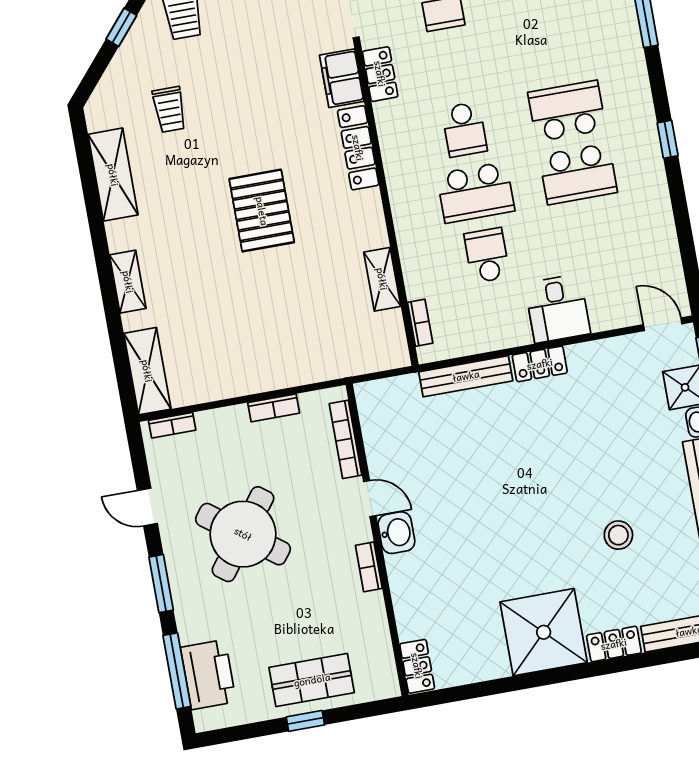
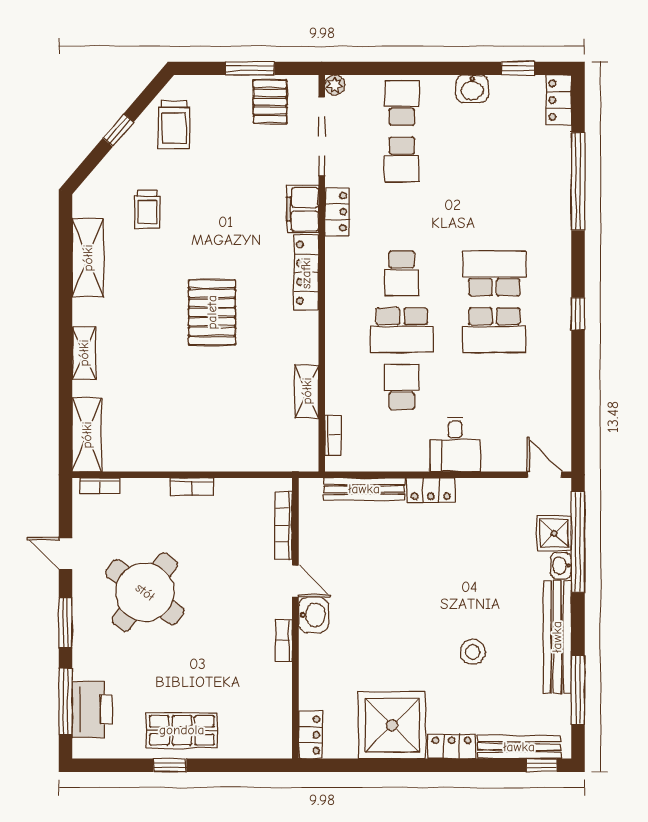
bookcase: (346, 439) -> (284, 525), moved
door: (370, 499) -> (295, 581), moved
washbasin: (396, 533) -> (313, 615), moved
wall: (377, 540) -> (295, 618), moved
bookcase: (369, 567) -> (284, 641), moved
locker: (417, 666) -> (310, 735), moved

